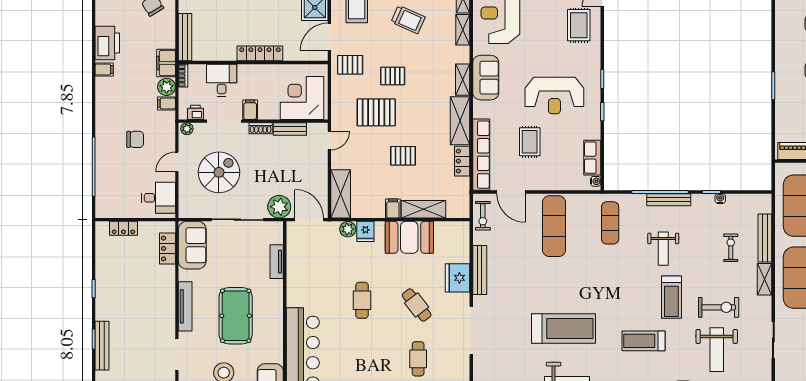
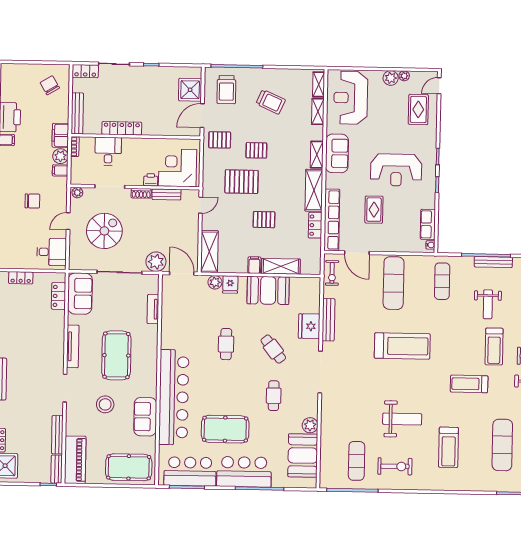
locker: (260, 53) -> (122, 128), moved
filing cabinet: (250, 110) -> (132, 177), removed
printer: (195, 112) -> (151, 180), moved
treadmill: (564, 329) -> (402, 346), moved

